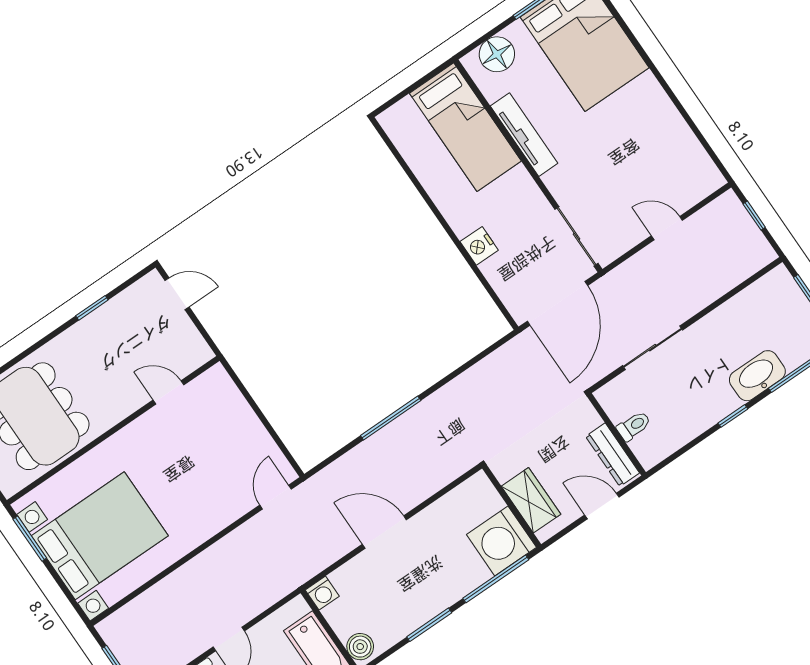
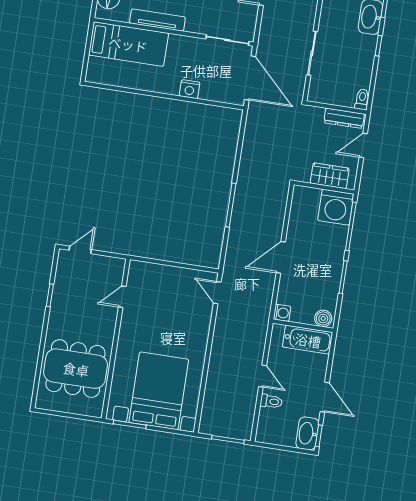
toilet: (634, 426) -> (362, 99), moved

